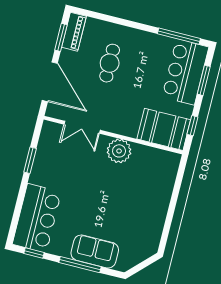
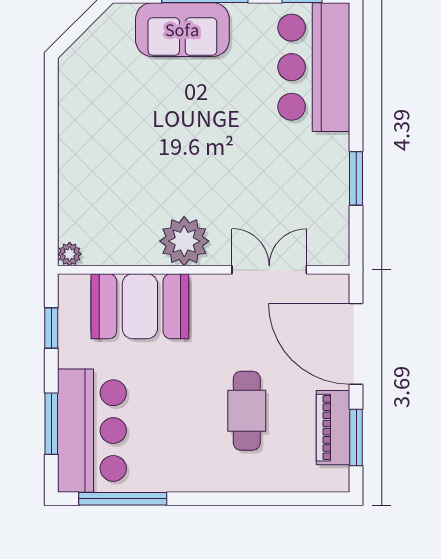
piano: (74, 32) -> (333, 428), moved
booth: (164, 129) -> (140, 306), moved
plant: (175, 158) -> (70, 254), added

